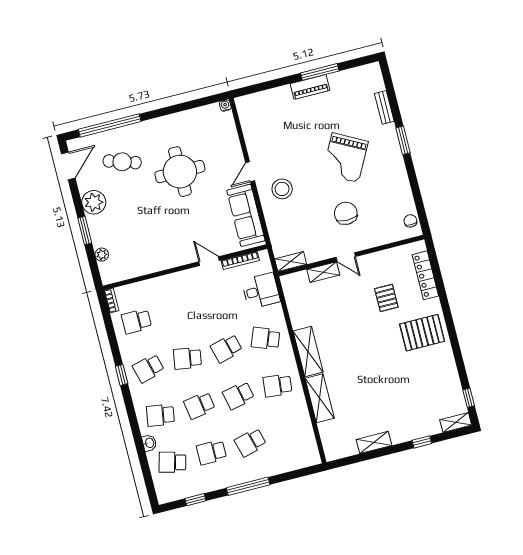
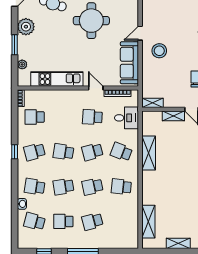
kitchen unit: (154, 262) -> (57, 79), added
school desk: (215, 301) -> (92, 117), added
shelving: (308, 352) -> (149, 153), moved
shelving: (320, 398) -> (148, 222), moved

